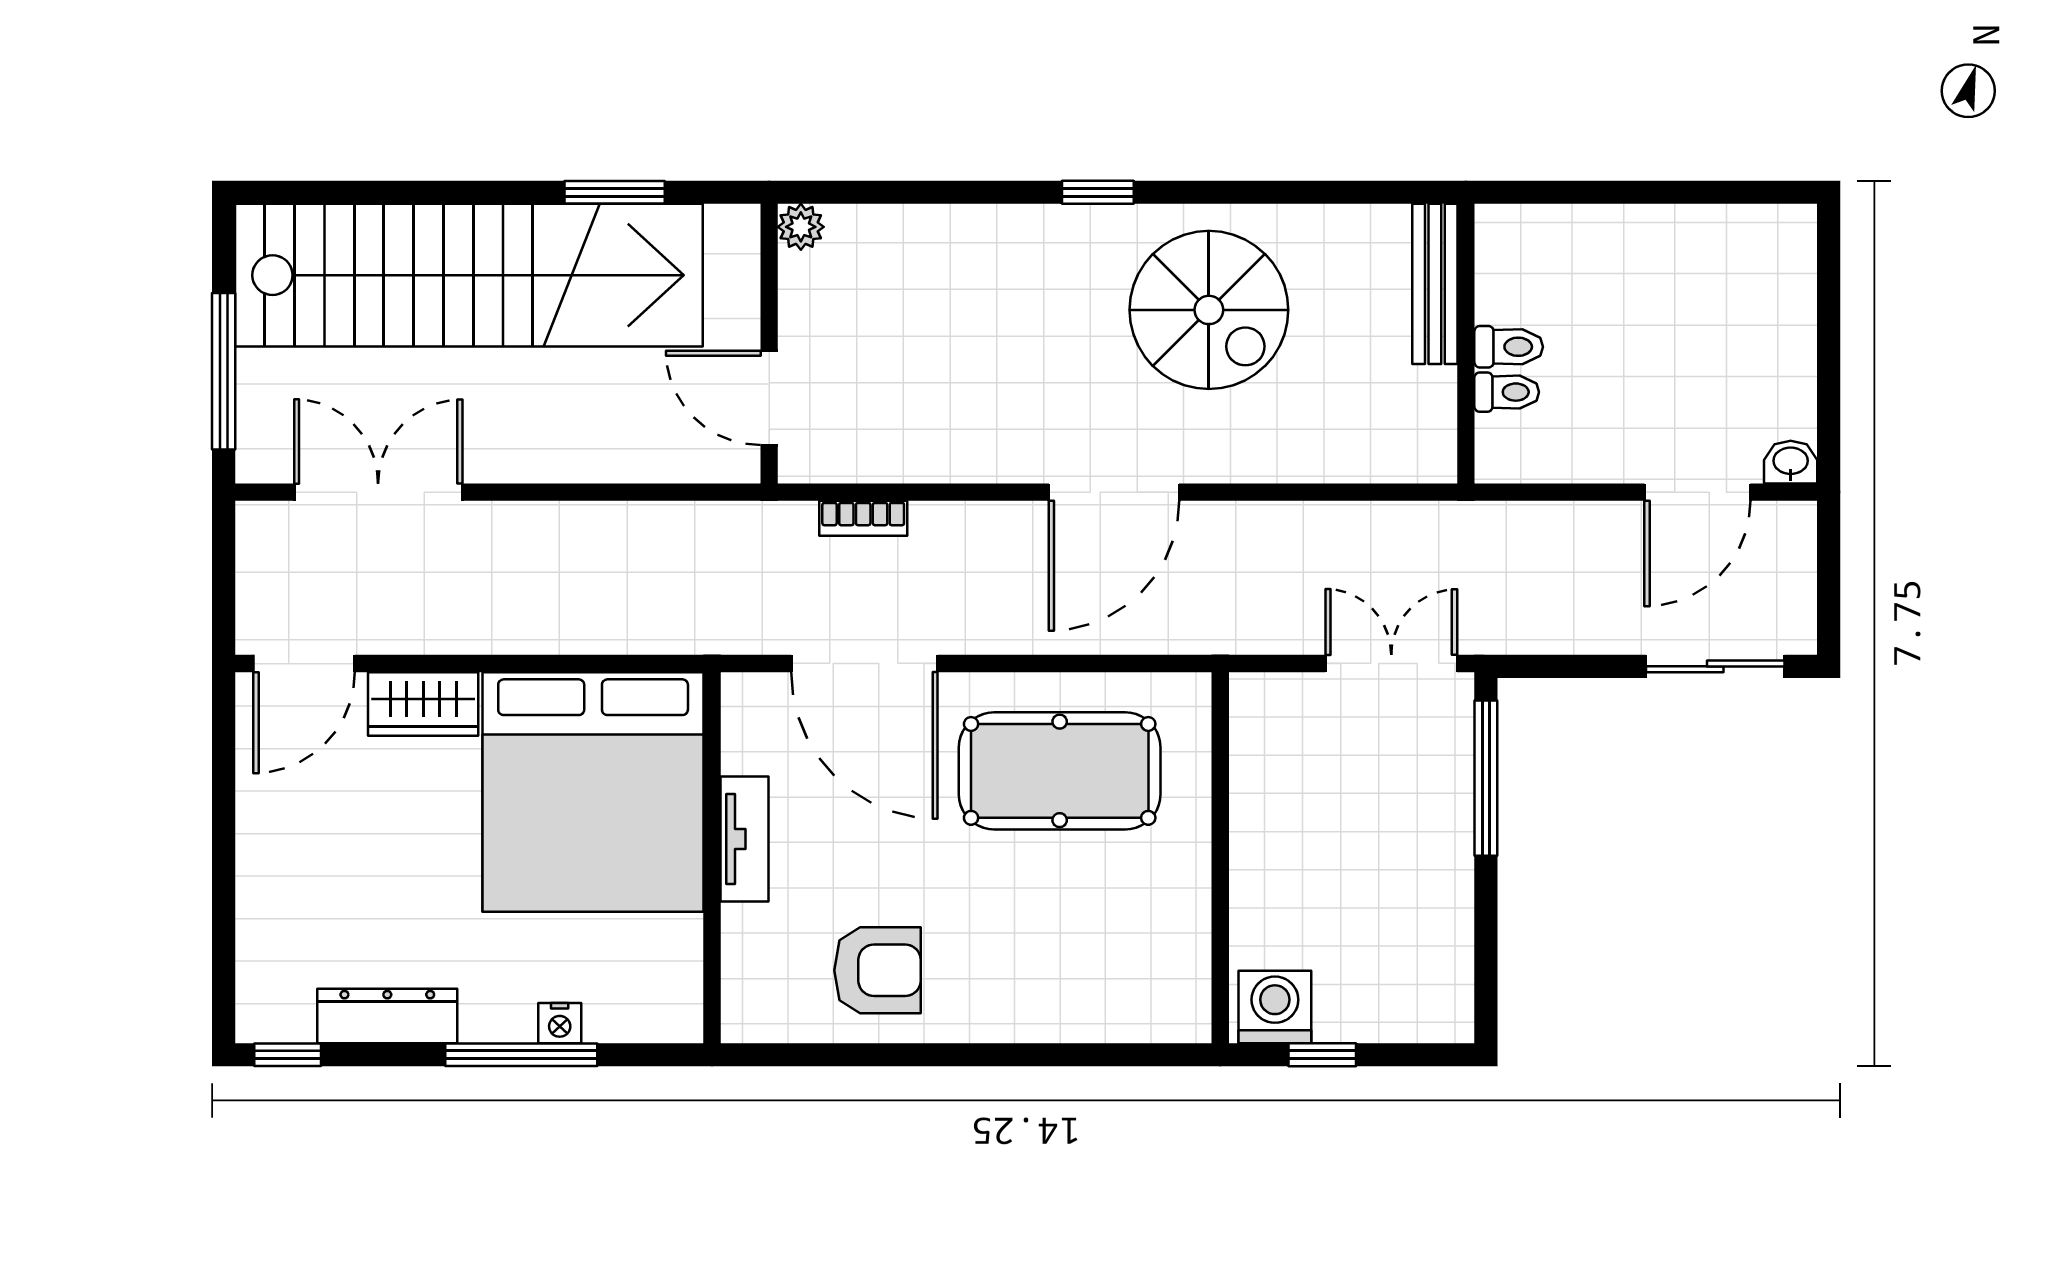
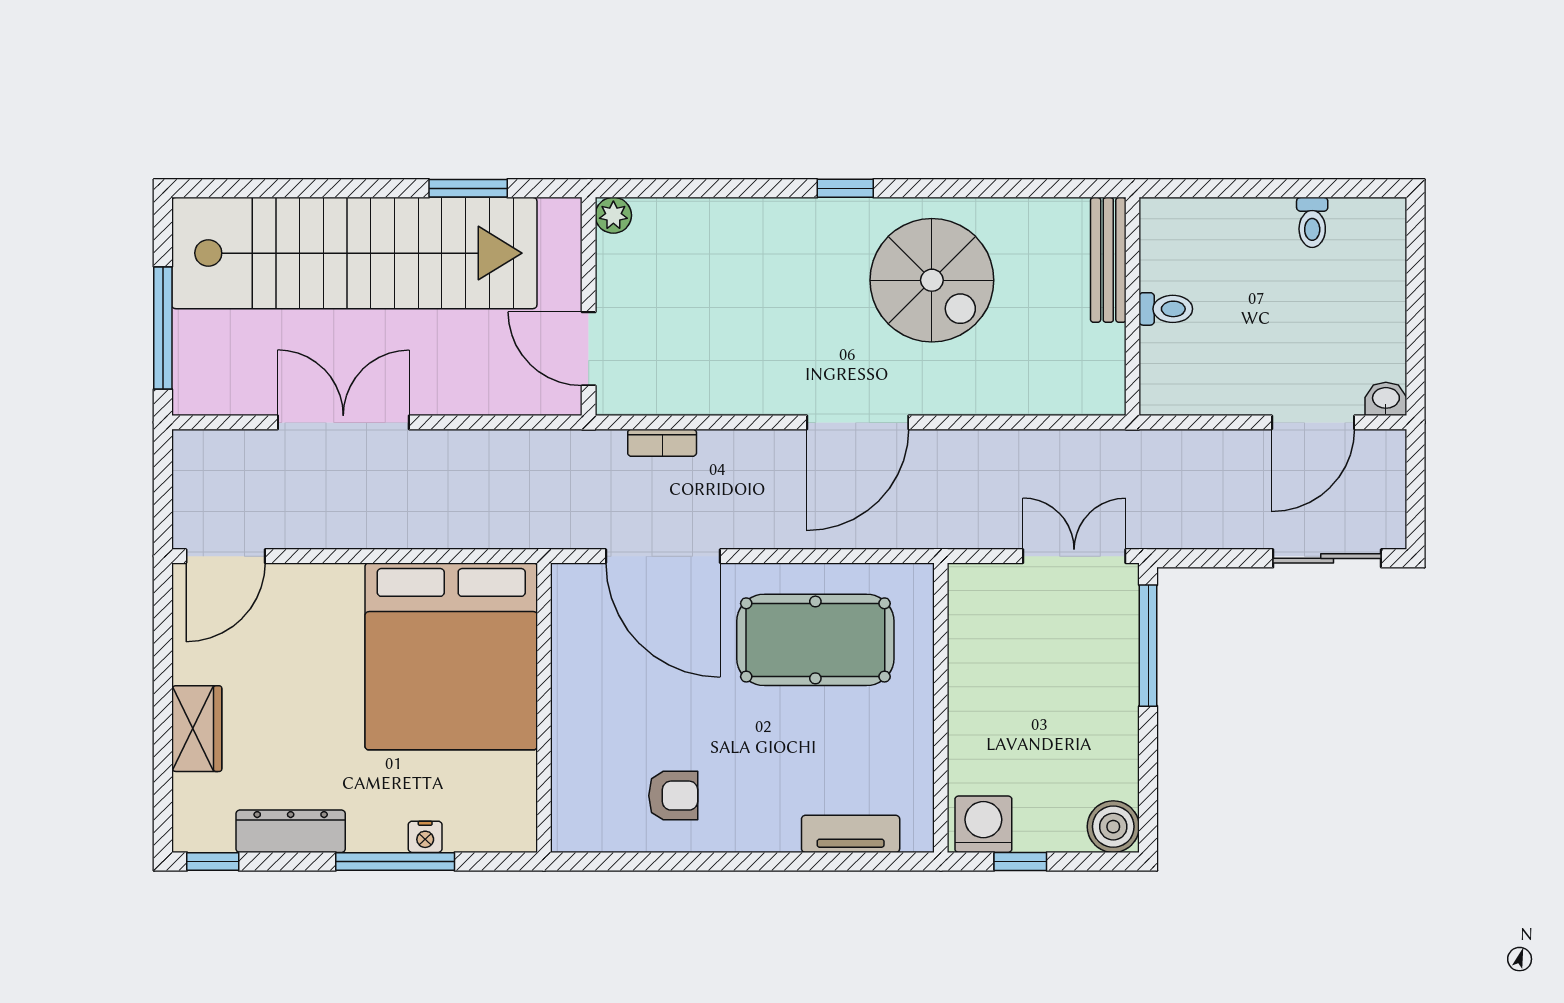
toilet: (1507, 392) -> (1312, 222), moved, turned 90
double door: (378, 492) -> (343, 422), moved
wardrobe: (423, 704) -> (197, 729), moved, turned -90
tv unit: (744, 839) -> (851, 834), moved, turned -90
armchair: (877, 970) -> (673, 796), width x0.72, depth x0.72
boiler: (1441, 1010) -> (1113, 827), added

